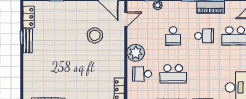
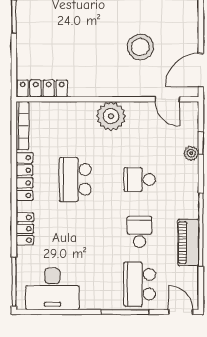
school desk: (204, 36) -> (140, 232), turned 180
school desk: (142, 74) -> (75, 127), removed

